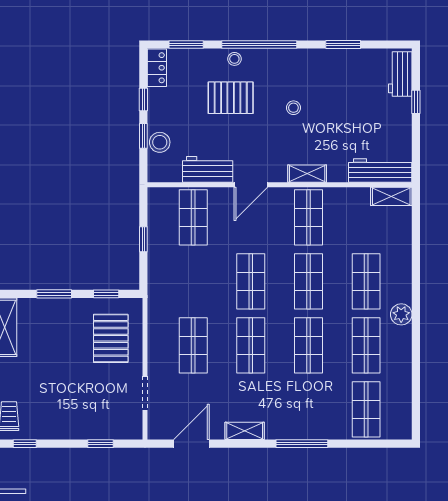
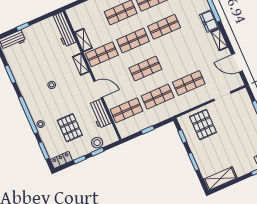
pallet: (231, 98) -> (70, 128), moved
shelving: (391, 196) -> (83, 40), moved
pallet: (111, 338) -> (203, 125), turned 90
shop shelf: (251, 345) -> (158, 97), moved
freezer: (284, 428) -> (209, 21), added

